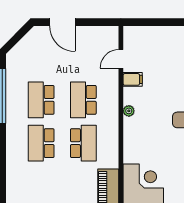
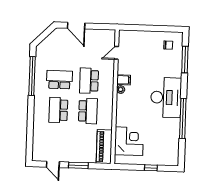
filing cabinet: (133, 79) -> (124, 80), moved
school desk: (41, 100) -> (59, 80), turned 90

